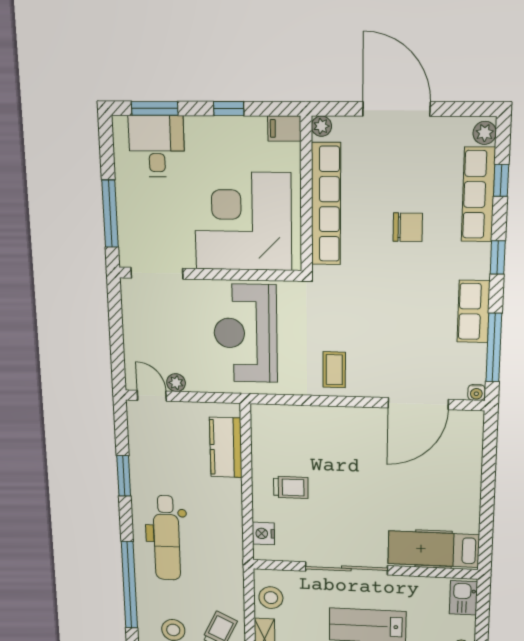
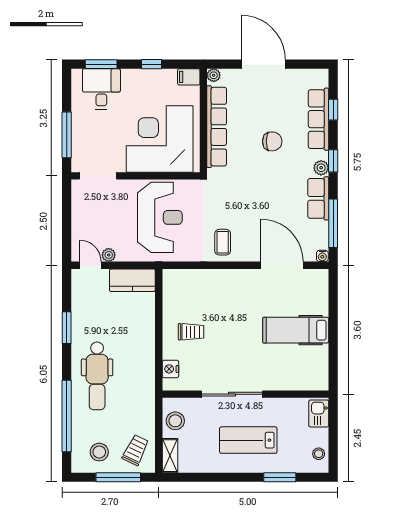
plant: (485, 133) -> (321, 168), moved
reception desk: (246, 333) -> (160, 217), turned 180
door: (418, 404) -> (282, 265), swing flipped
kitchen counter: (226, 447) -> (132, 280), moved, turned -90
hospital bed: (433, 549) -> (296, 330), moved

